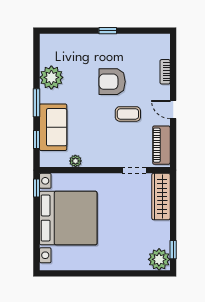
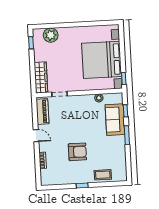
plant: (51, 77) -> (118, 152), removed
coffee table: (128, 114) -> (103, 175), moved
plant: (159, 259) -> (51, 35), moved

